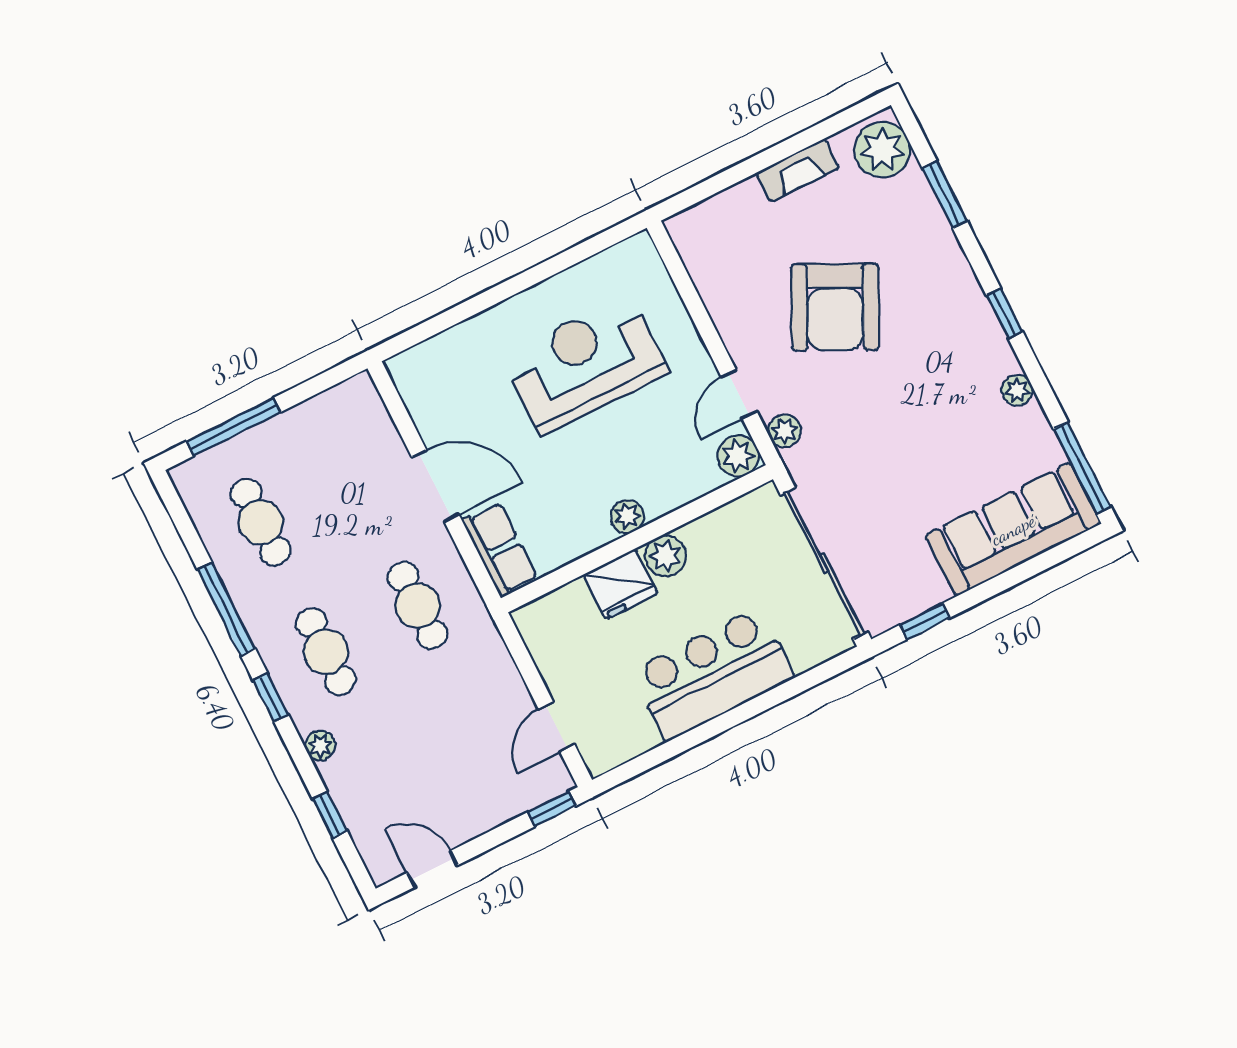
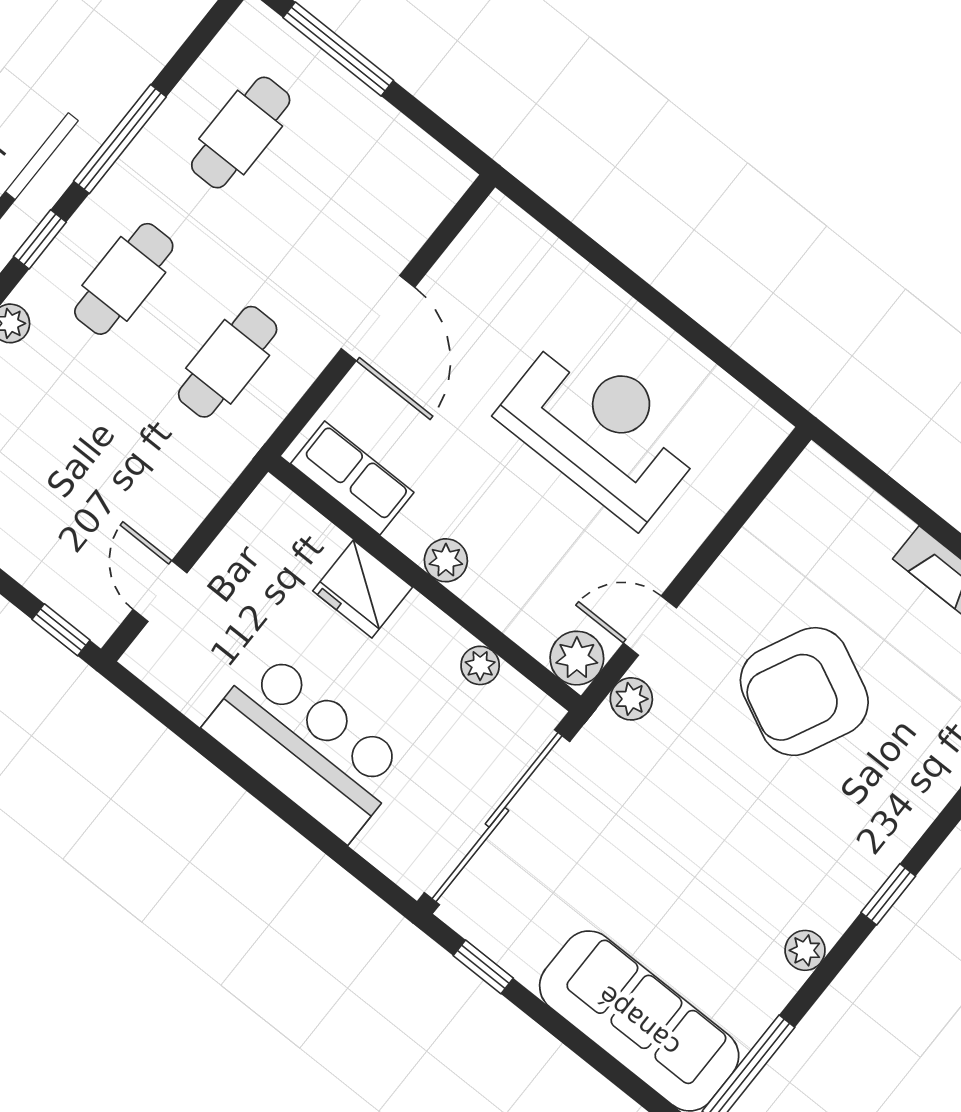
row of seats: (500, 549) -> (352, 478), moved, turned -90
plant: (665, 556) -> (480, 665), moved, width x0.73, depth x0.73
door: (557, 727) -> (160, 591), hinge flipped

